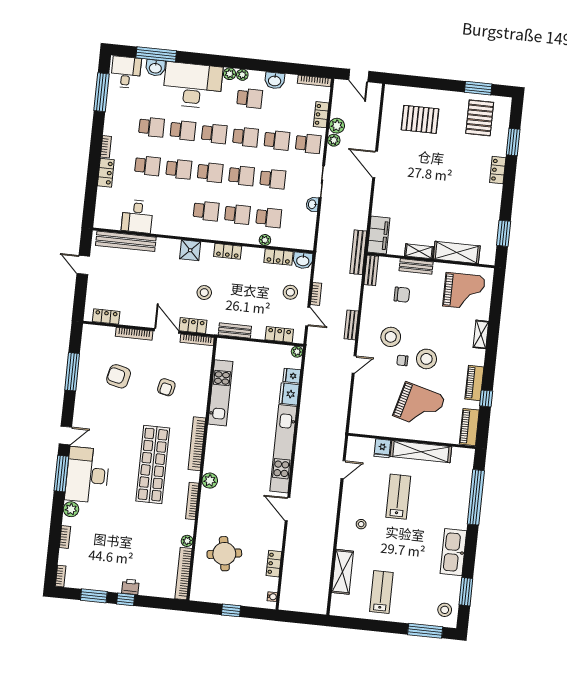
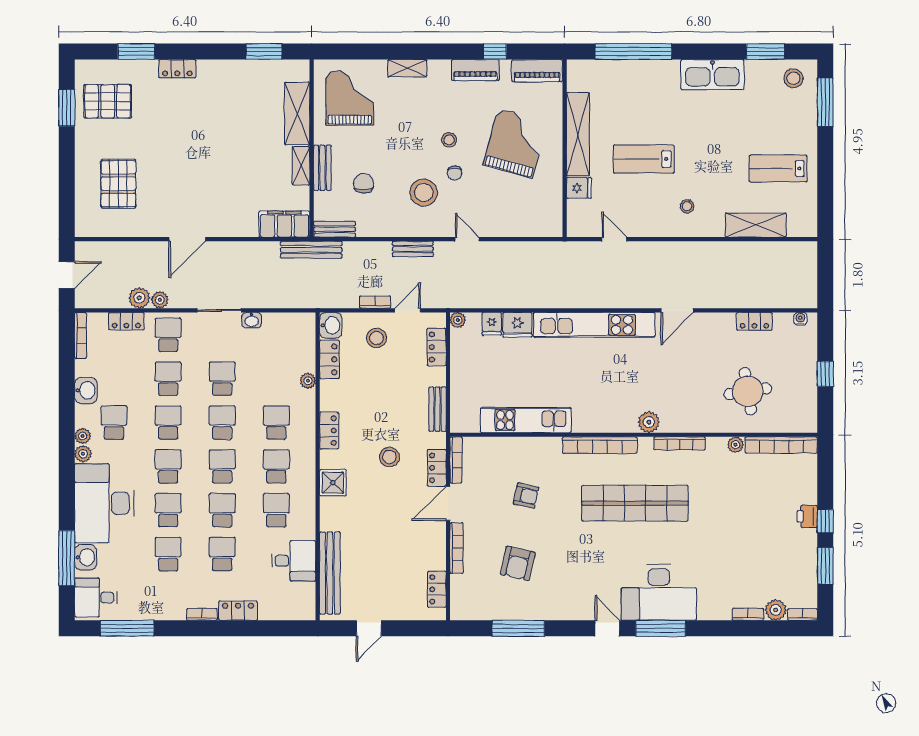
school desk: (269, 218) -> (276, 510), moved
stool: (426, 359) -> (449, 140), width x0.53, depth x0.53
plant: (71, 509) -> (776, 610), moved

